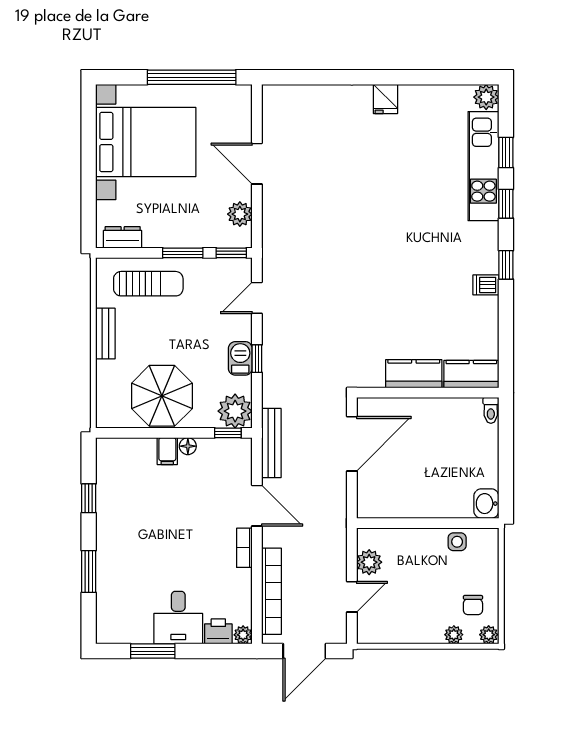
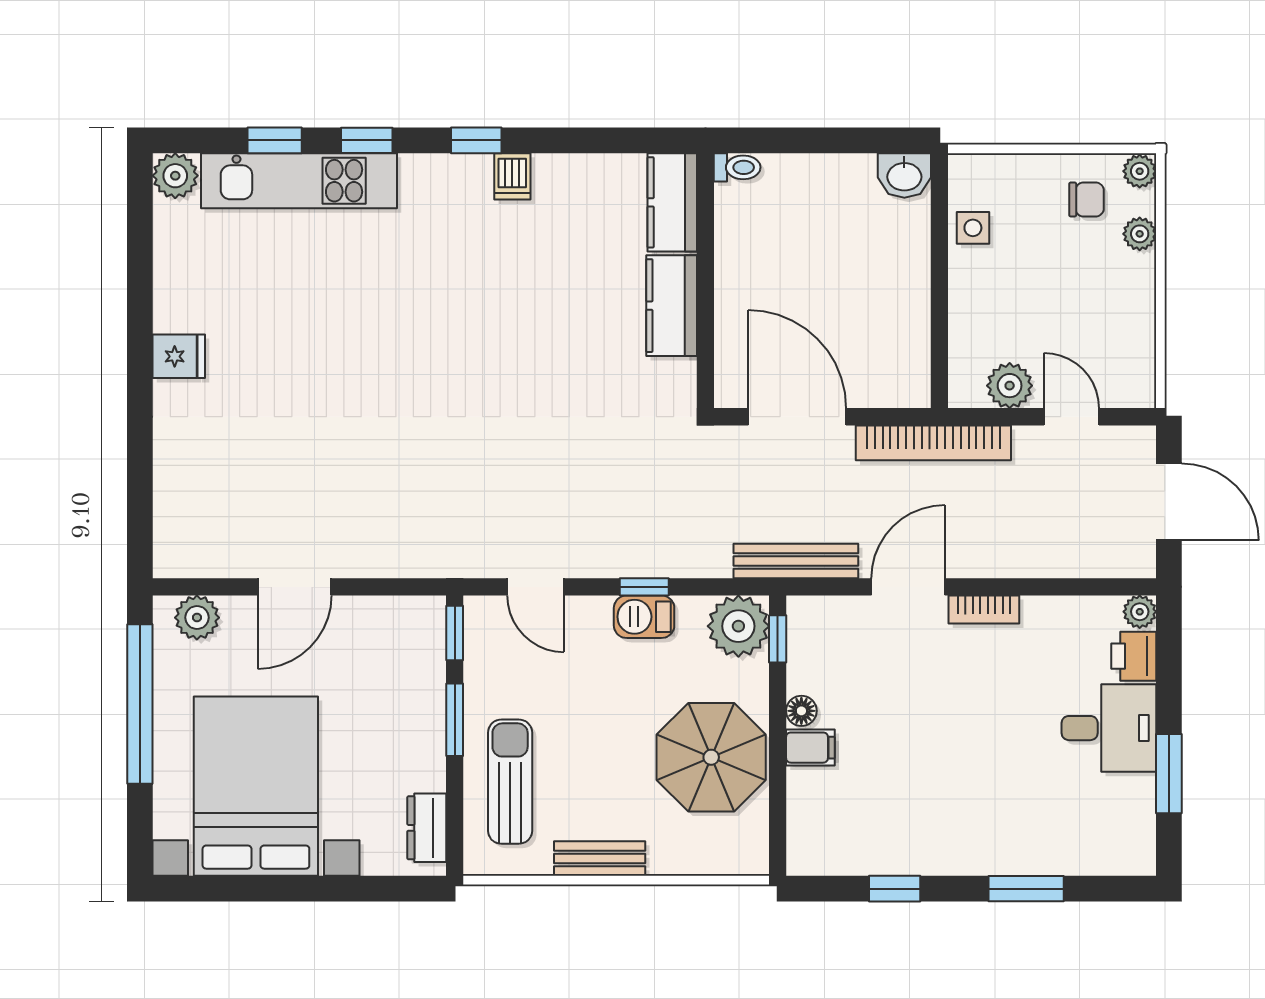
plant: (240, 214) -> (197, 618), moved
bookcase: (272, 591) -> (933, 443), moved, turned 180

